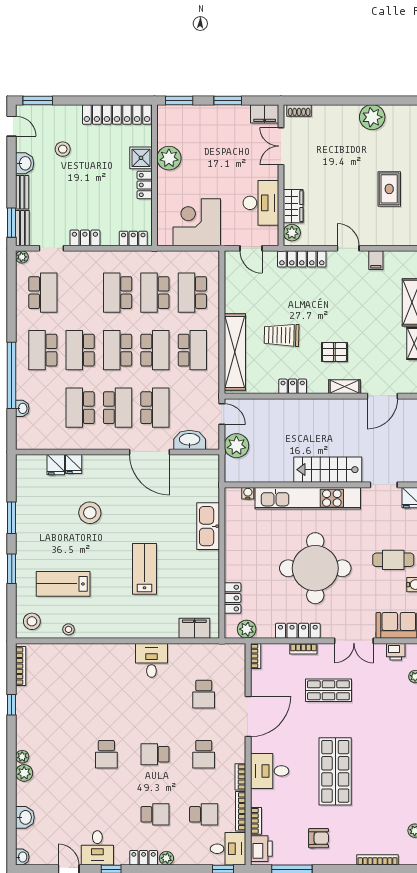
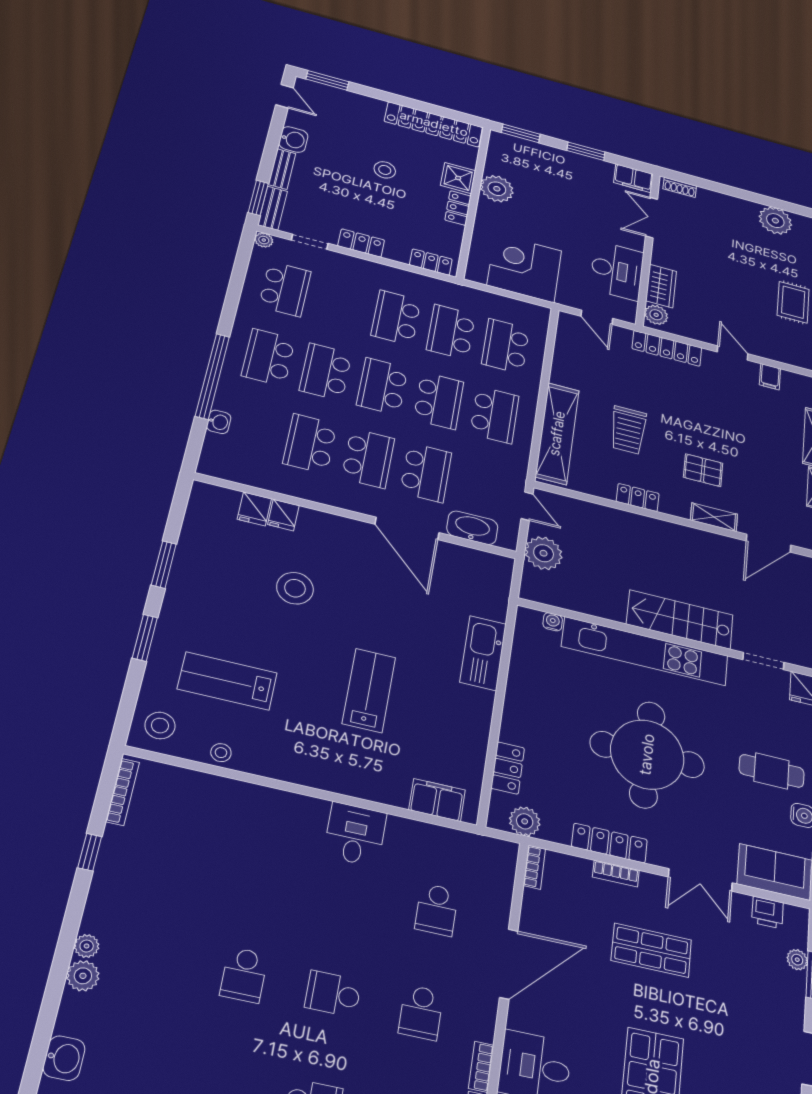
stool: (63, 149) -> (385, 170), moved
trolley: (282, 335) -> (628, 430), turned -91

